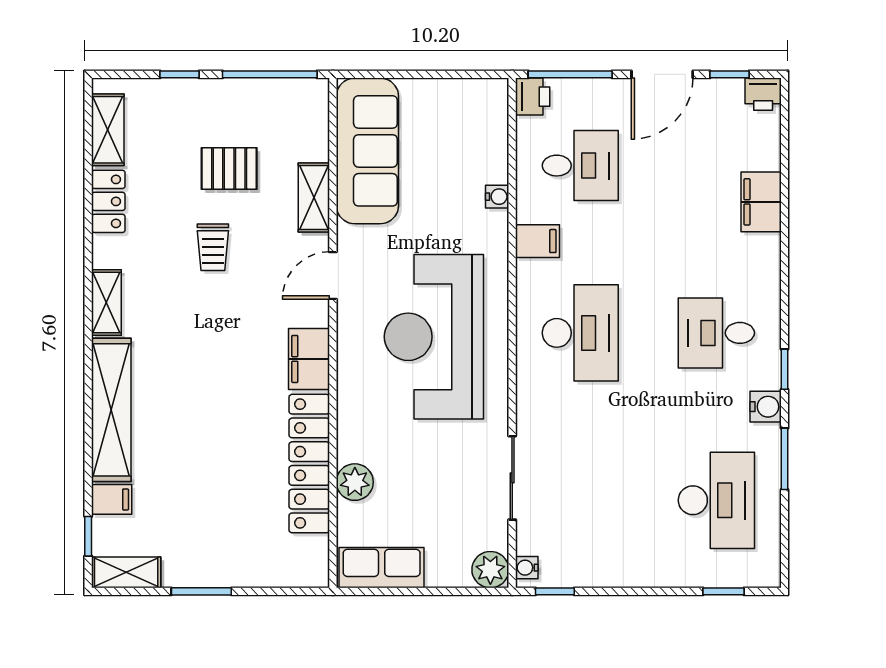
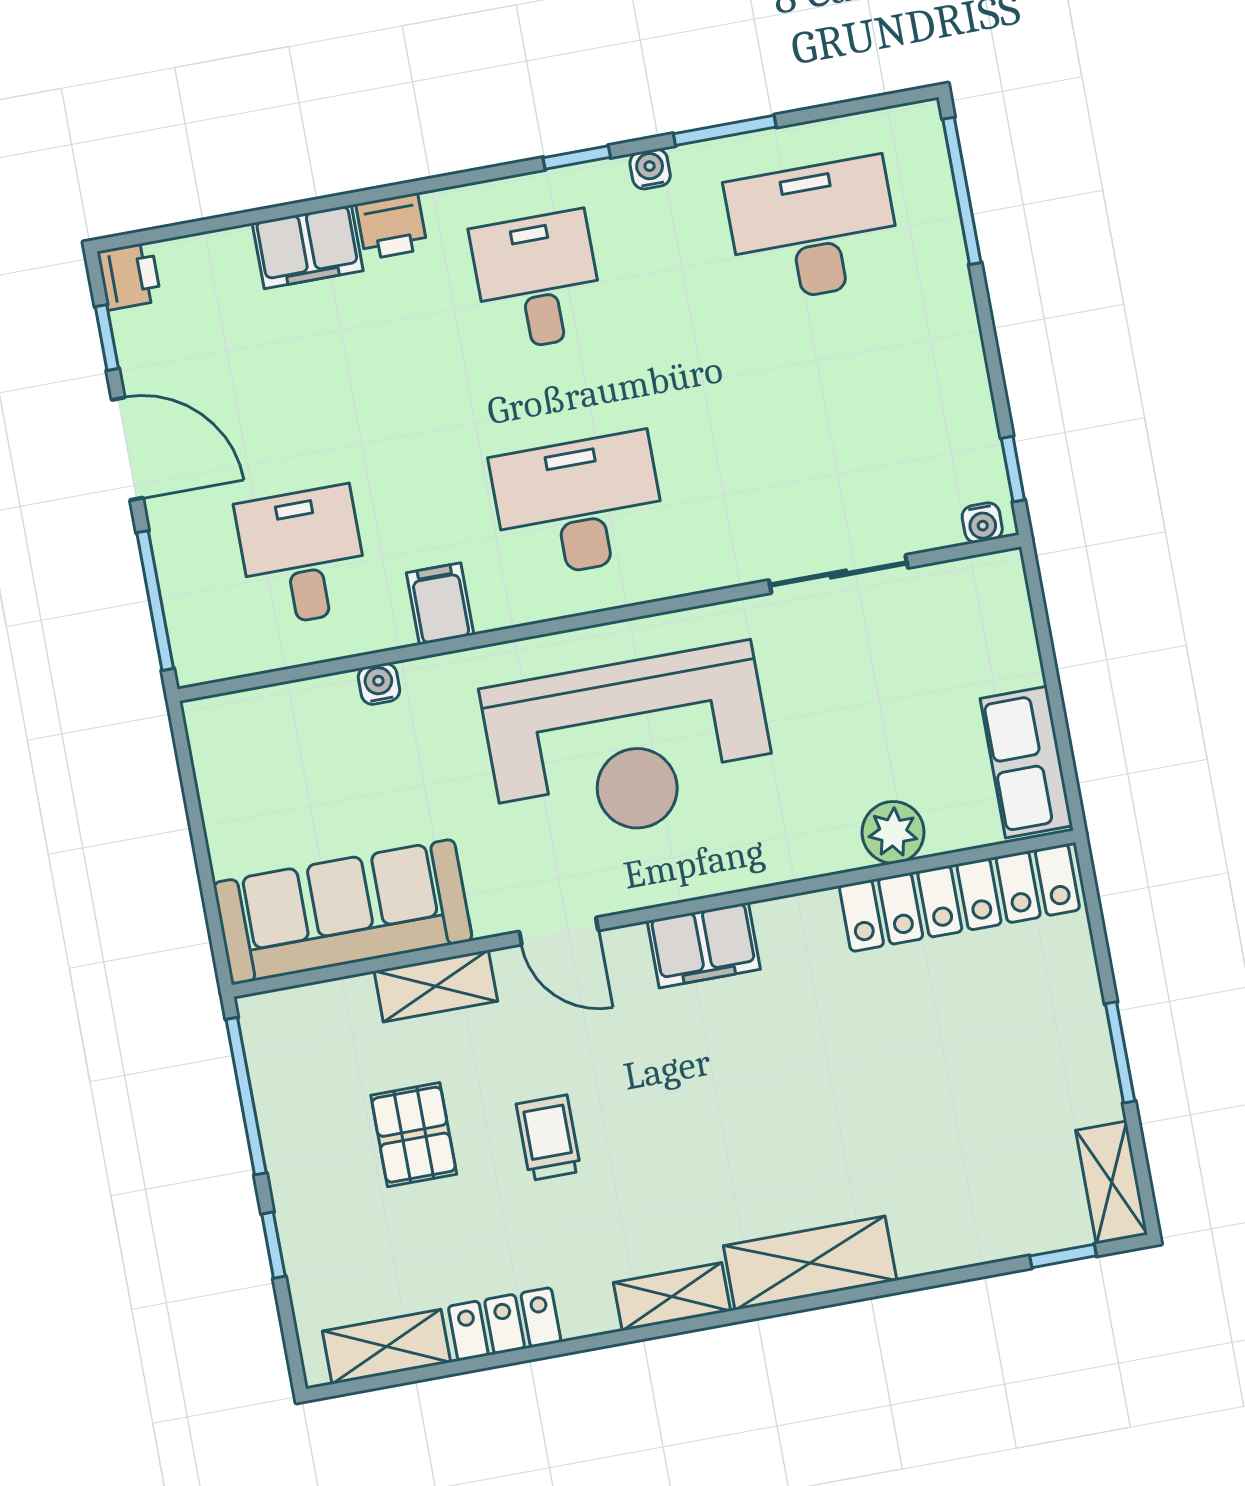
printer: (533, 97) -> (392, 226), moved, turned 180
trolley: (213, 247) -> (549, 1138), turned -90
desk: (716, 333) -> (537, 281), turned 180
water cooler: (766, 407) -> (650, 169), width x0.72, depth x0.72
shelving: (111, 410) -> (810, 1263), width x0.68
locker: (309, 464) -> (959, 898), moved
filing cabinet: (112, 499) -> (995, 1228), removed
plant: (490, 570) -> (997, 582), removed
window: (723, 591) -> (962, 191), width x2.17

